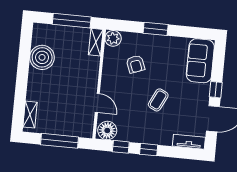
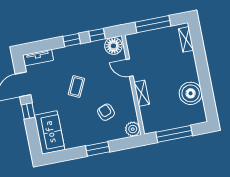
shelving: (96, 42) -> (142, 93), moved

